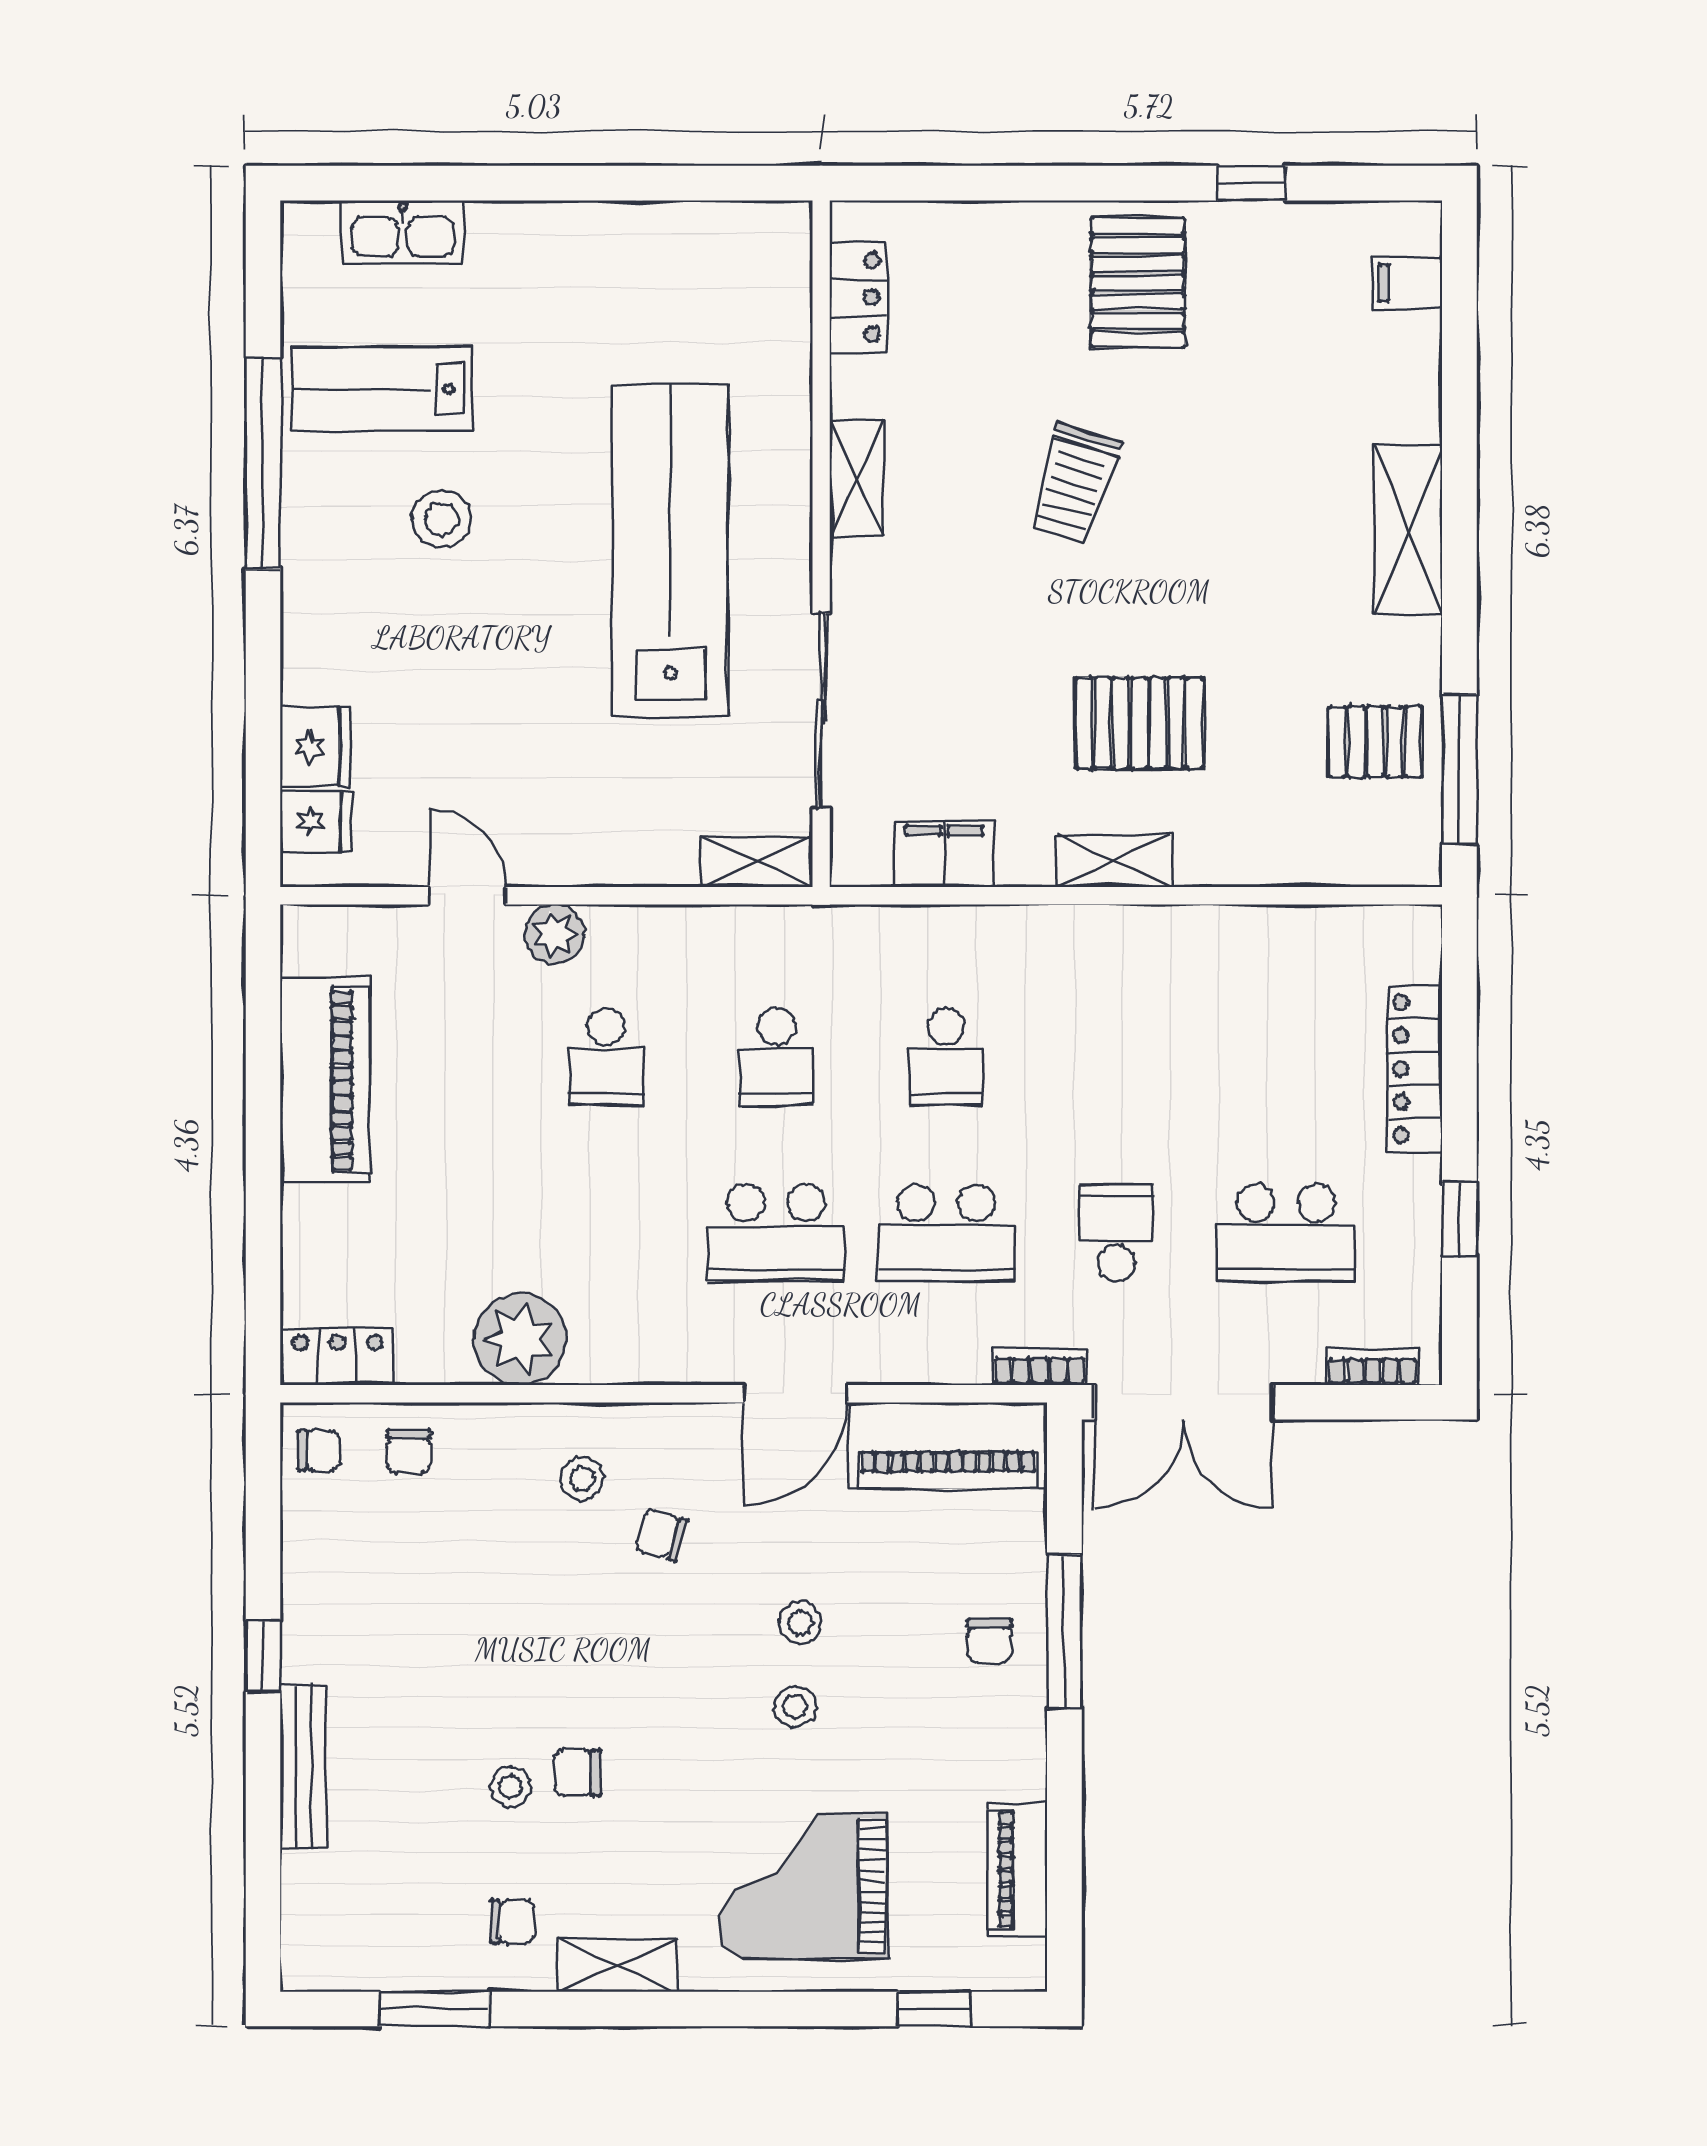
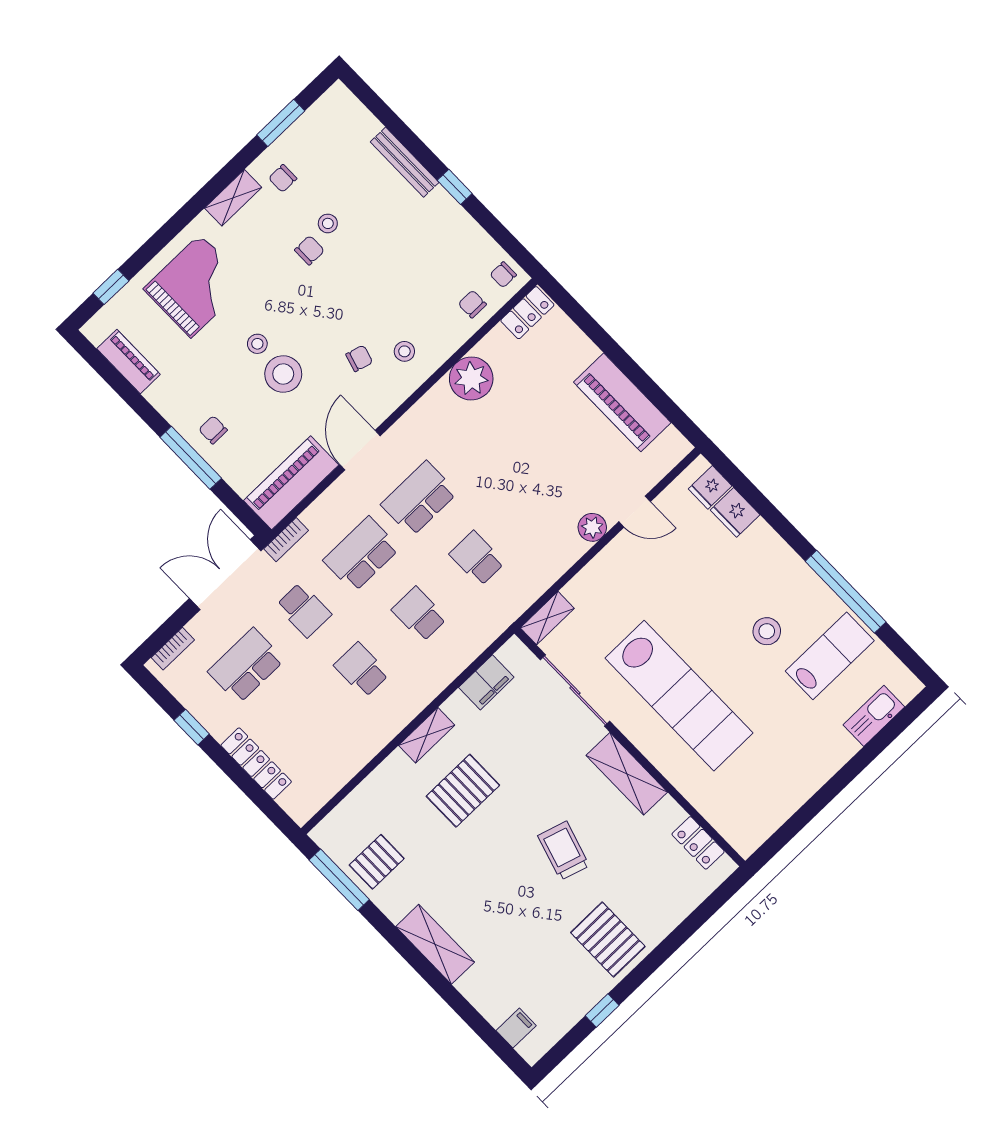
shelving: (856, 478) -> (627, 774), width x1.50, depth x1.33
school desk: (606, 1057) -> (362, 670), moved
stool: (800, 1623) -> (283, 374), width x1.89, depth x1.89

